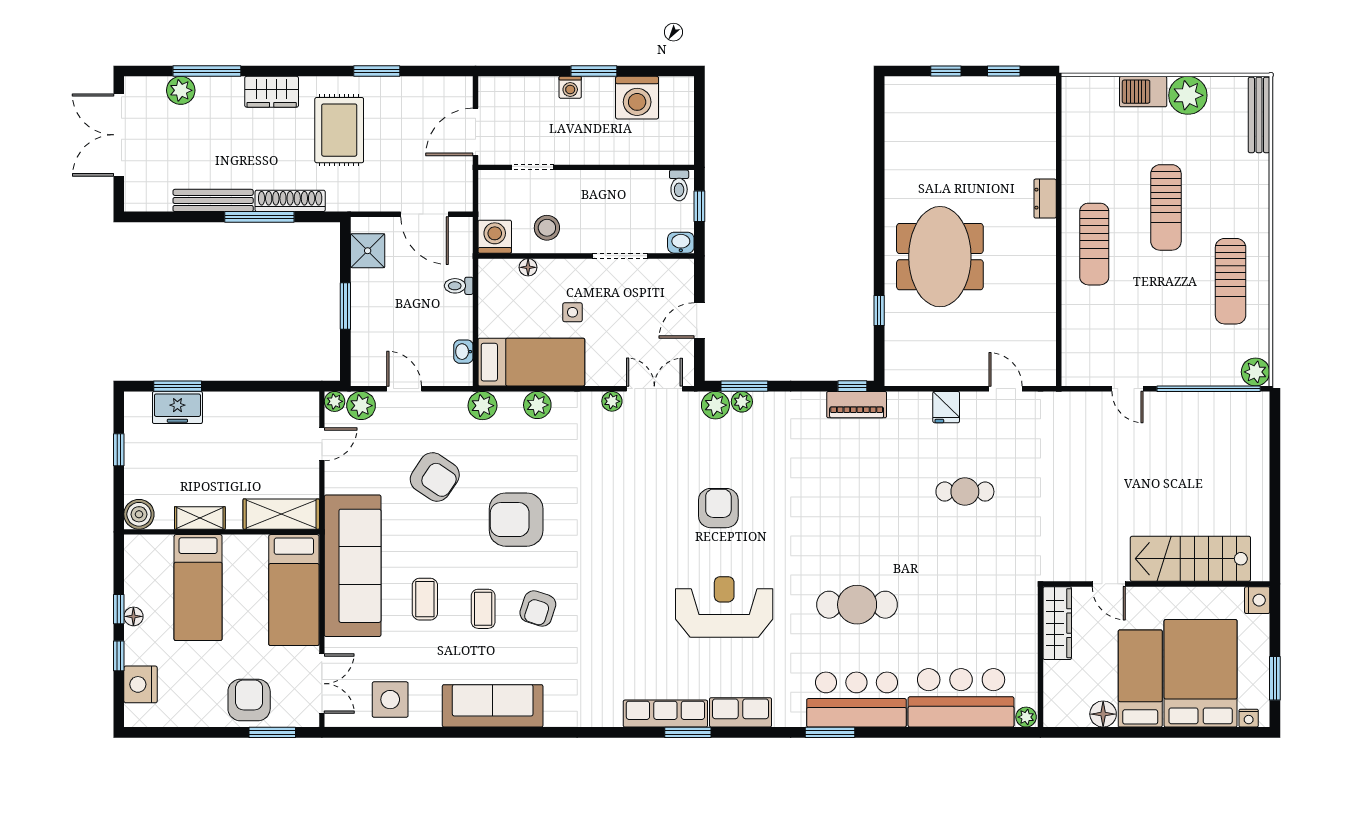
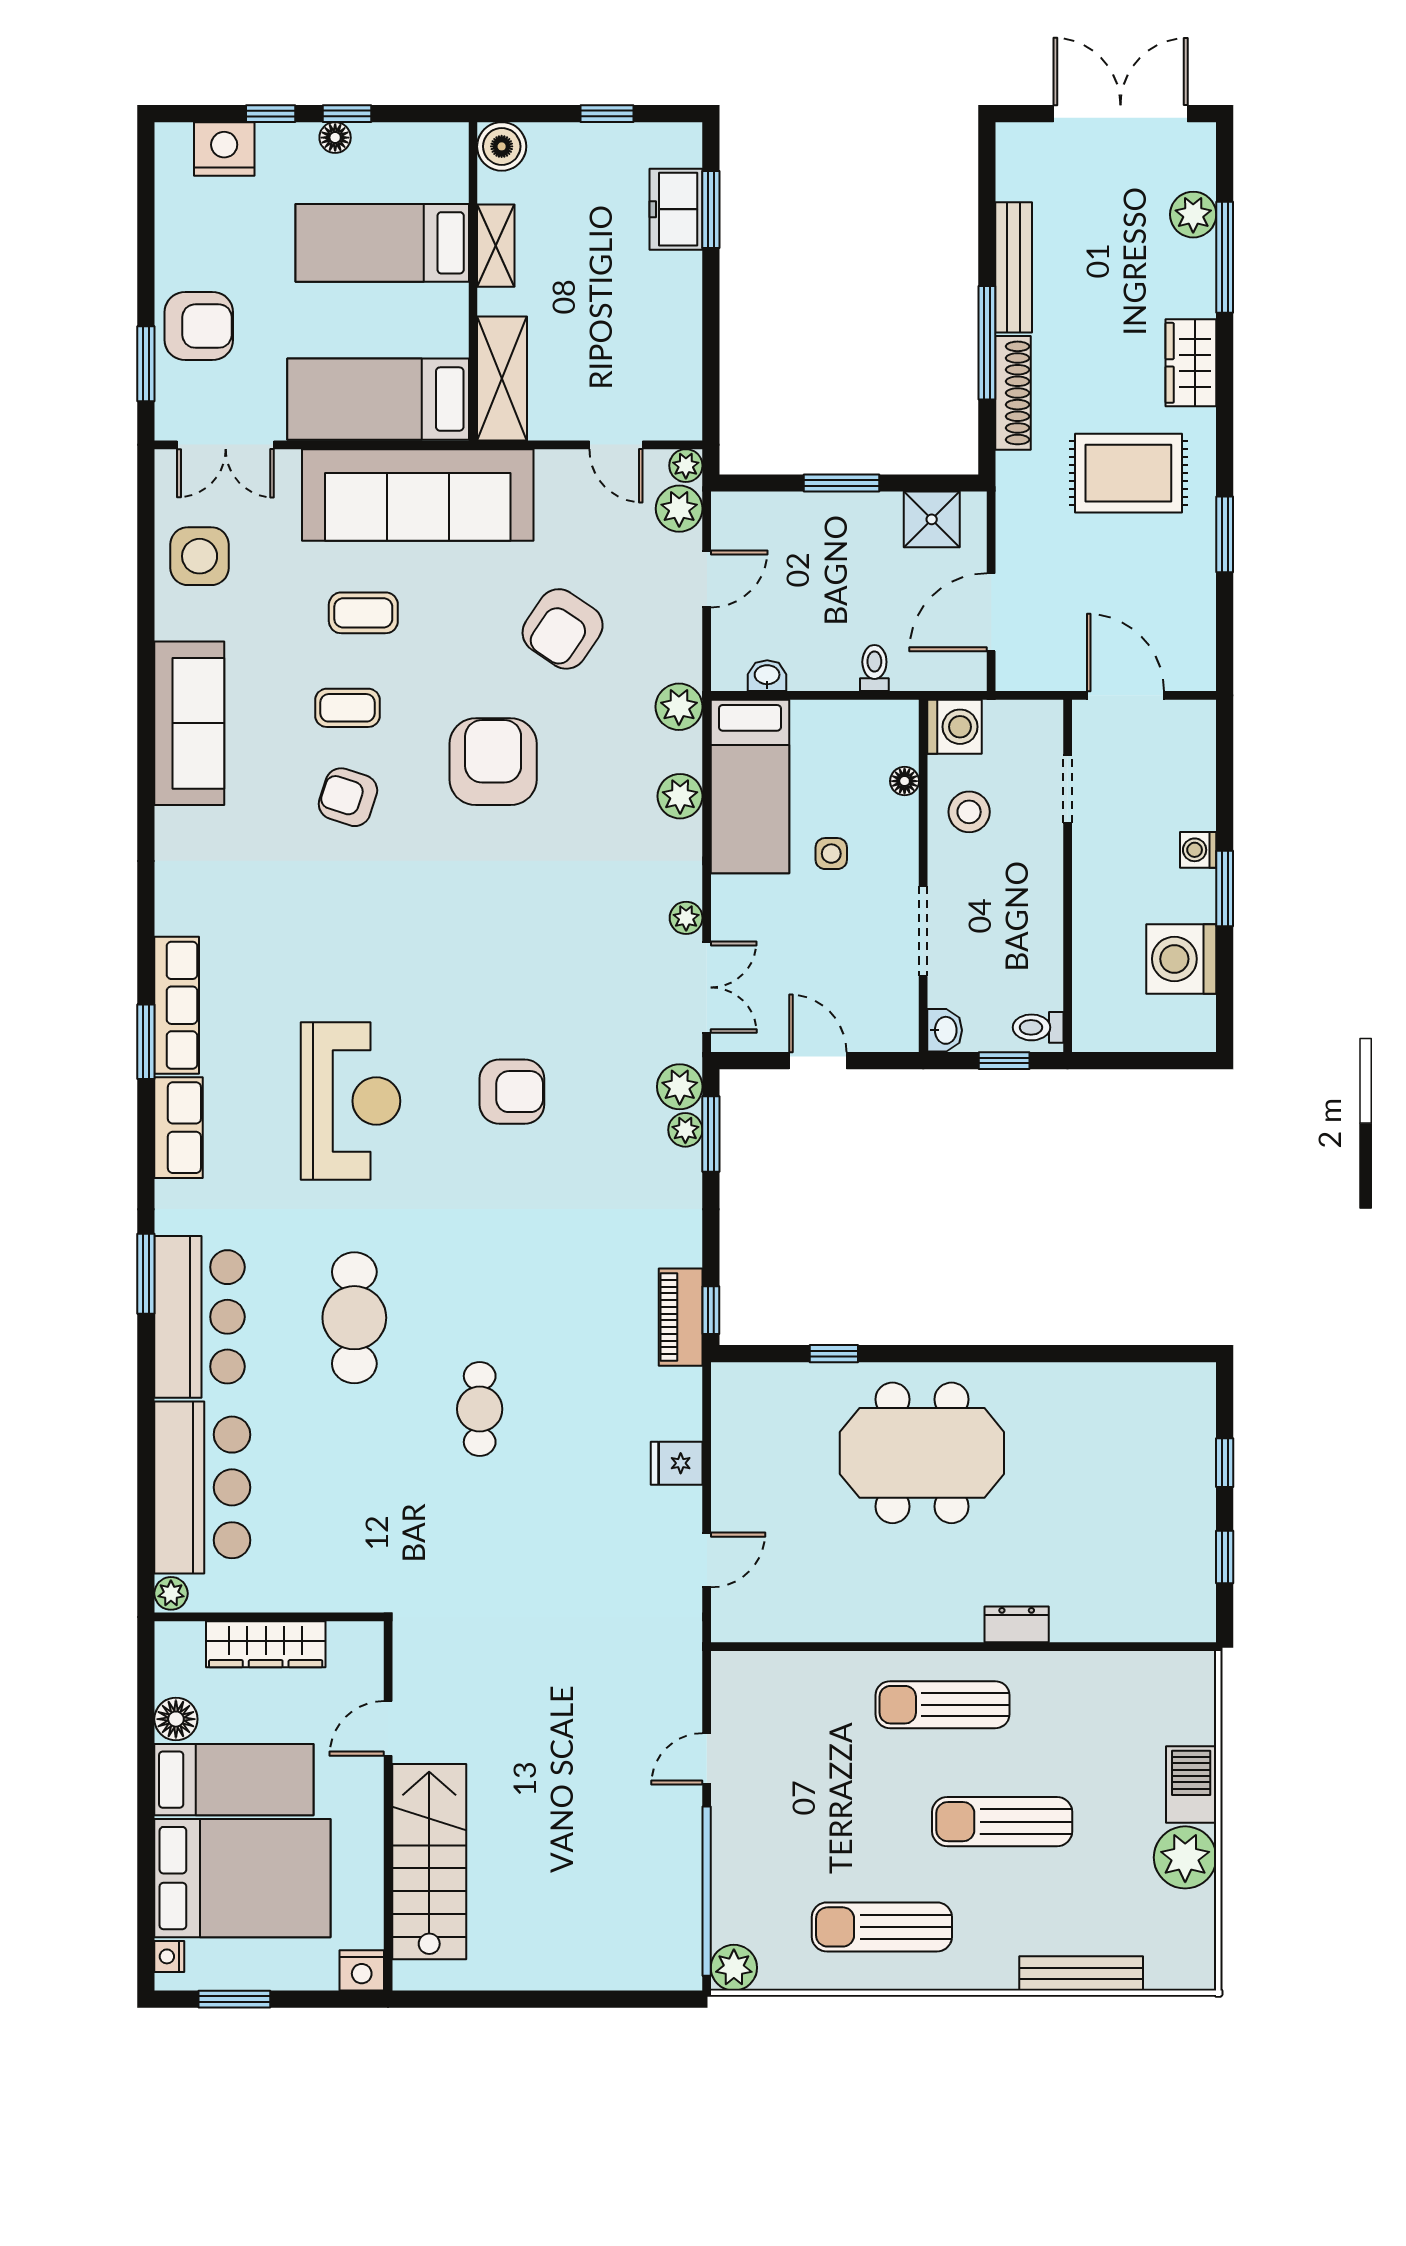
bench: (1259, 115) -> (1081, 1973), moved
cafe table: (965, 492) -> (480, 1409), moved
wardrobe: (1057, 623) -> (266, 1644), moved

